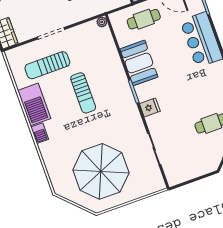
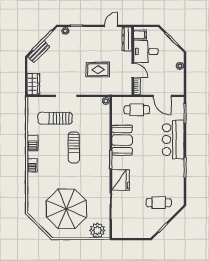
barbecue: (34, 104) -> (33, 143), width x0.53, depth x0.65
fridge: (150, 107) -> (121, 180), width x1.88, depth x1.34
plant: (148, 184) -> (97, 230), added

